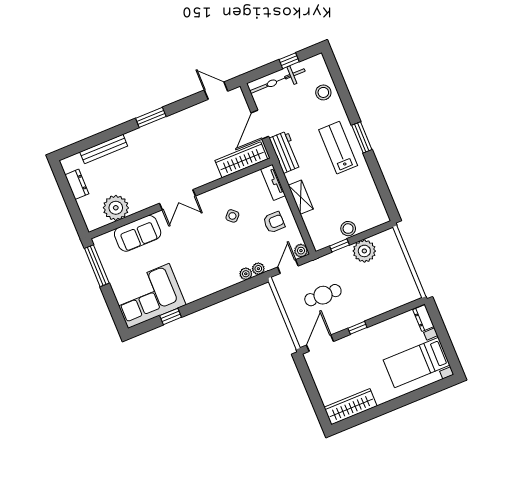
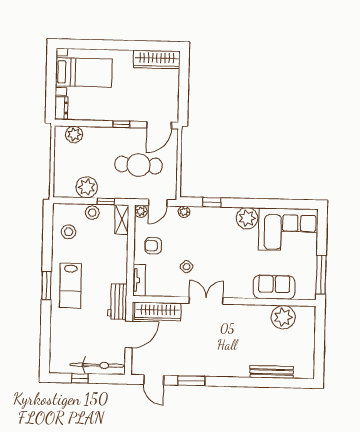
stool: (323, 92) -> (69, 232), moved
window: (151, 117) -> (191, 381), moved
dresser: (77, 184) -> (308, 352), removed
shelving: (301, 197) -> (122, 219), moved
double door: (177, 200) -> (206, 301), moved
plant: (246, 274) -> (247, 218), moved, width x1.87, depth x1.87
cafe table: (323, 295) -> (139, 165), width x1.37, depth x1.35
plant: (399, 298) -> (74, 134), added
window: (171, 316) -> (212, 202), moved

